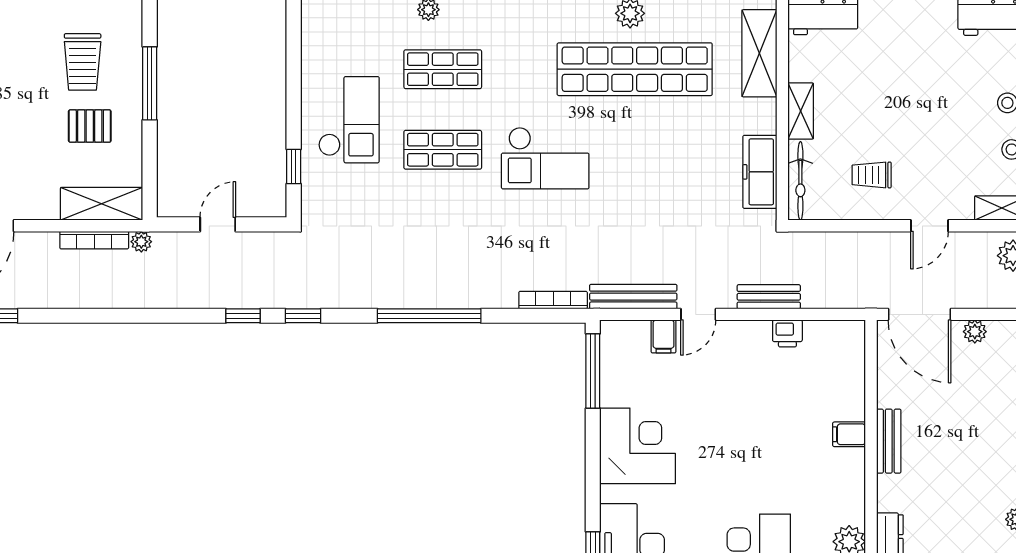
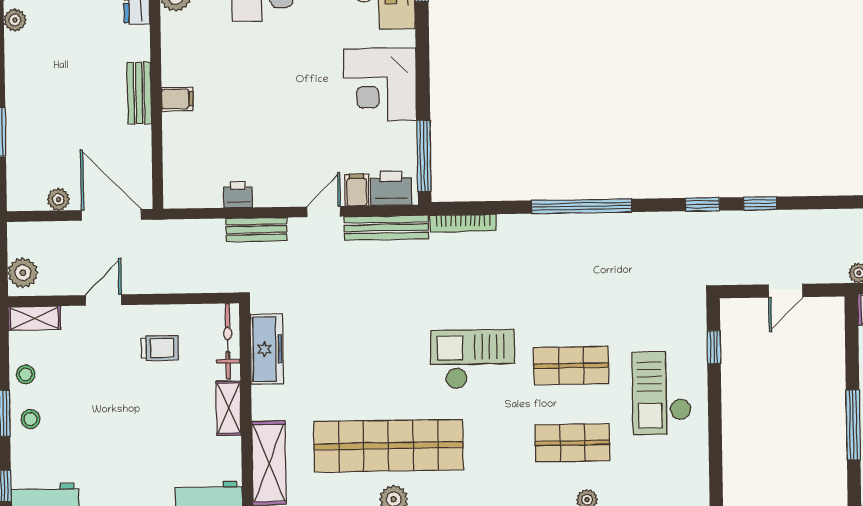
printer: (628, 338) -> (391, 188), added

